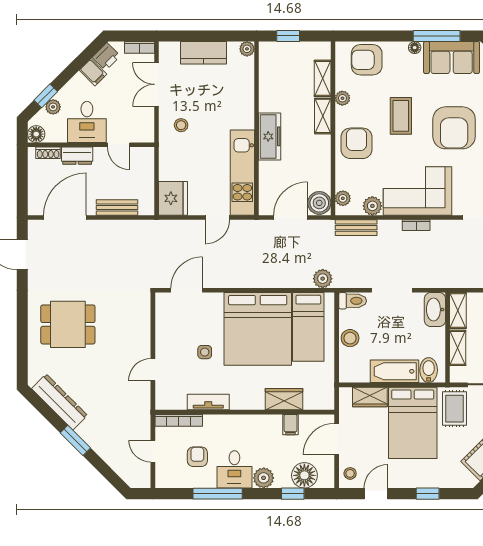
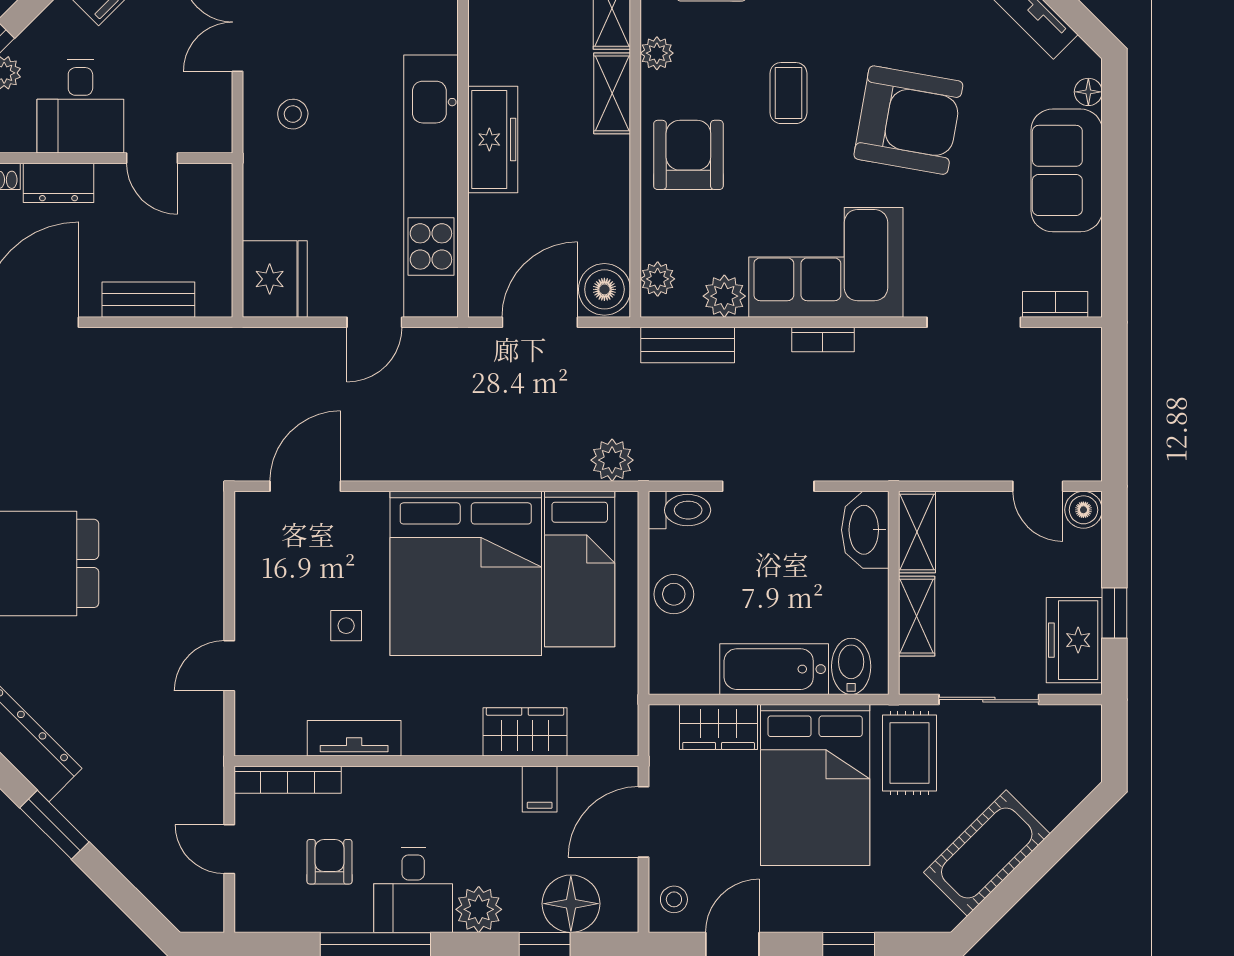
coffee table: (401, 116) -> (788, 93), width x0.73, depth x0.77
armchair: (454, 128) -> (908, 120), turned -80
kitchen unit: (242, 173) -> (431, 186), width x1.36

